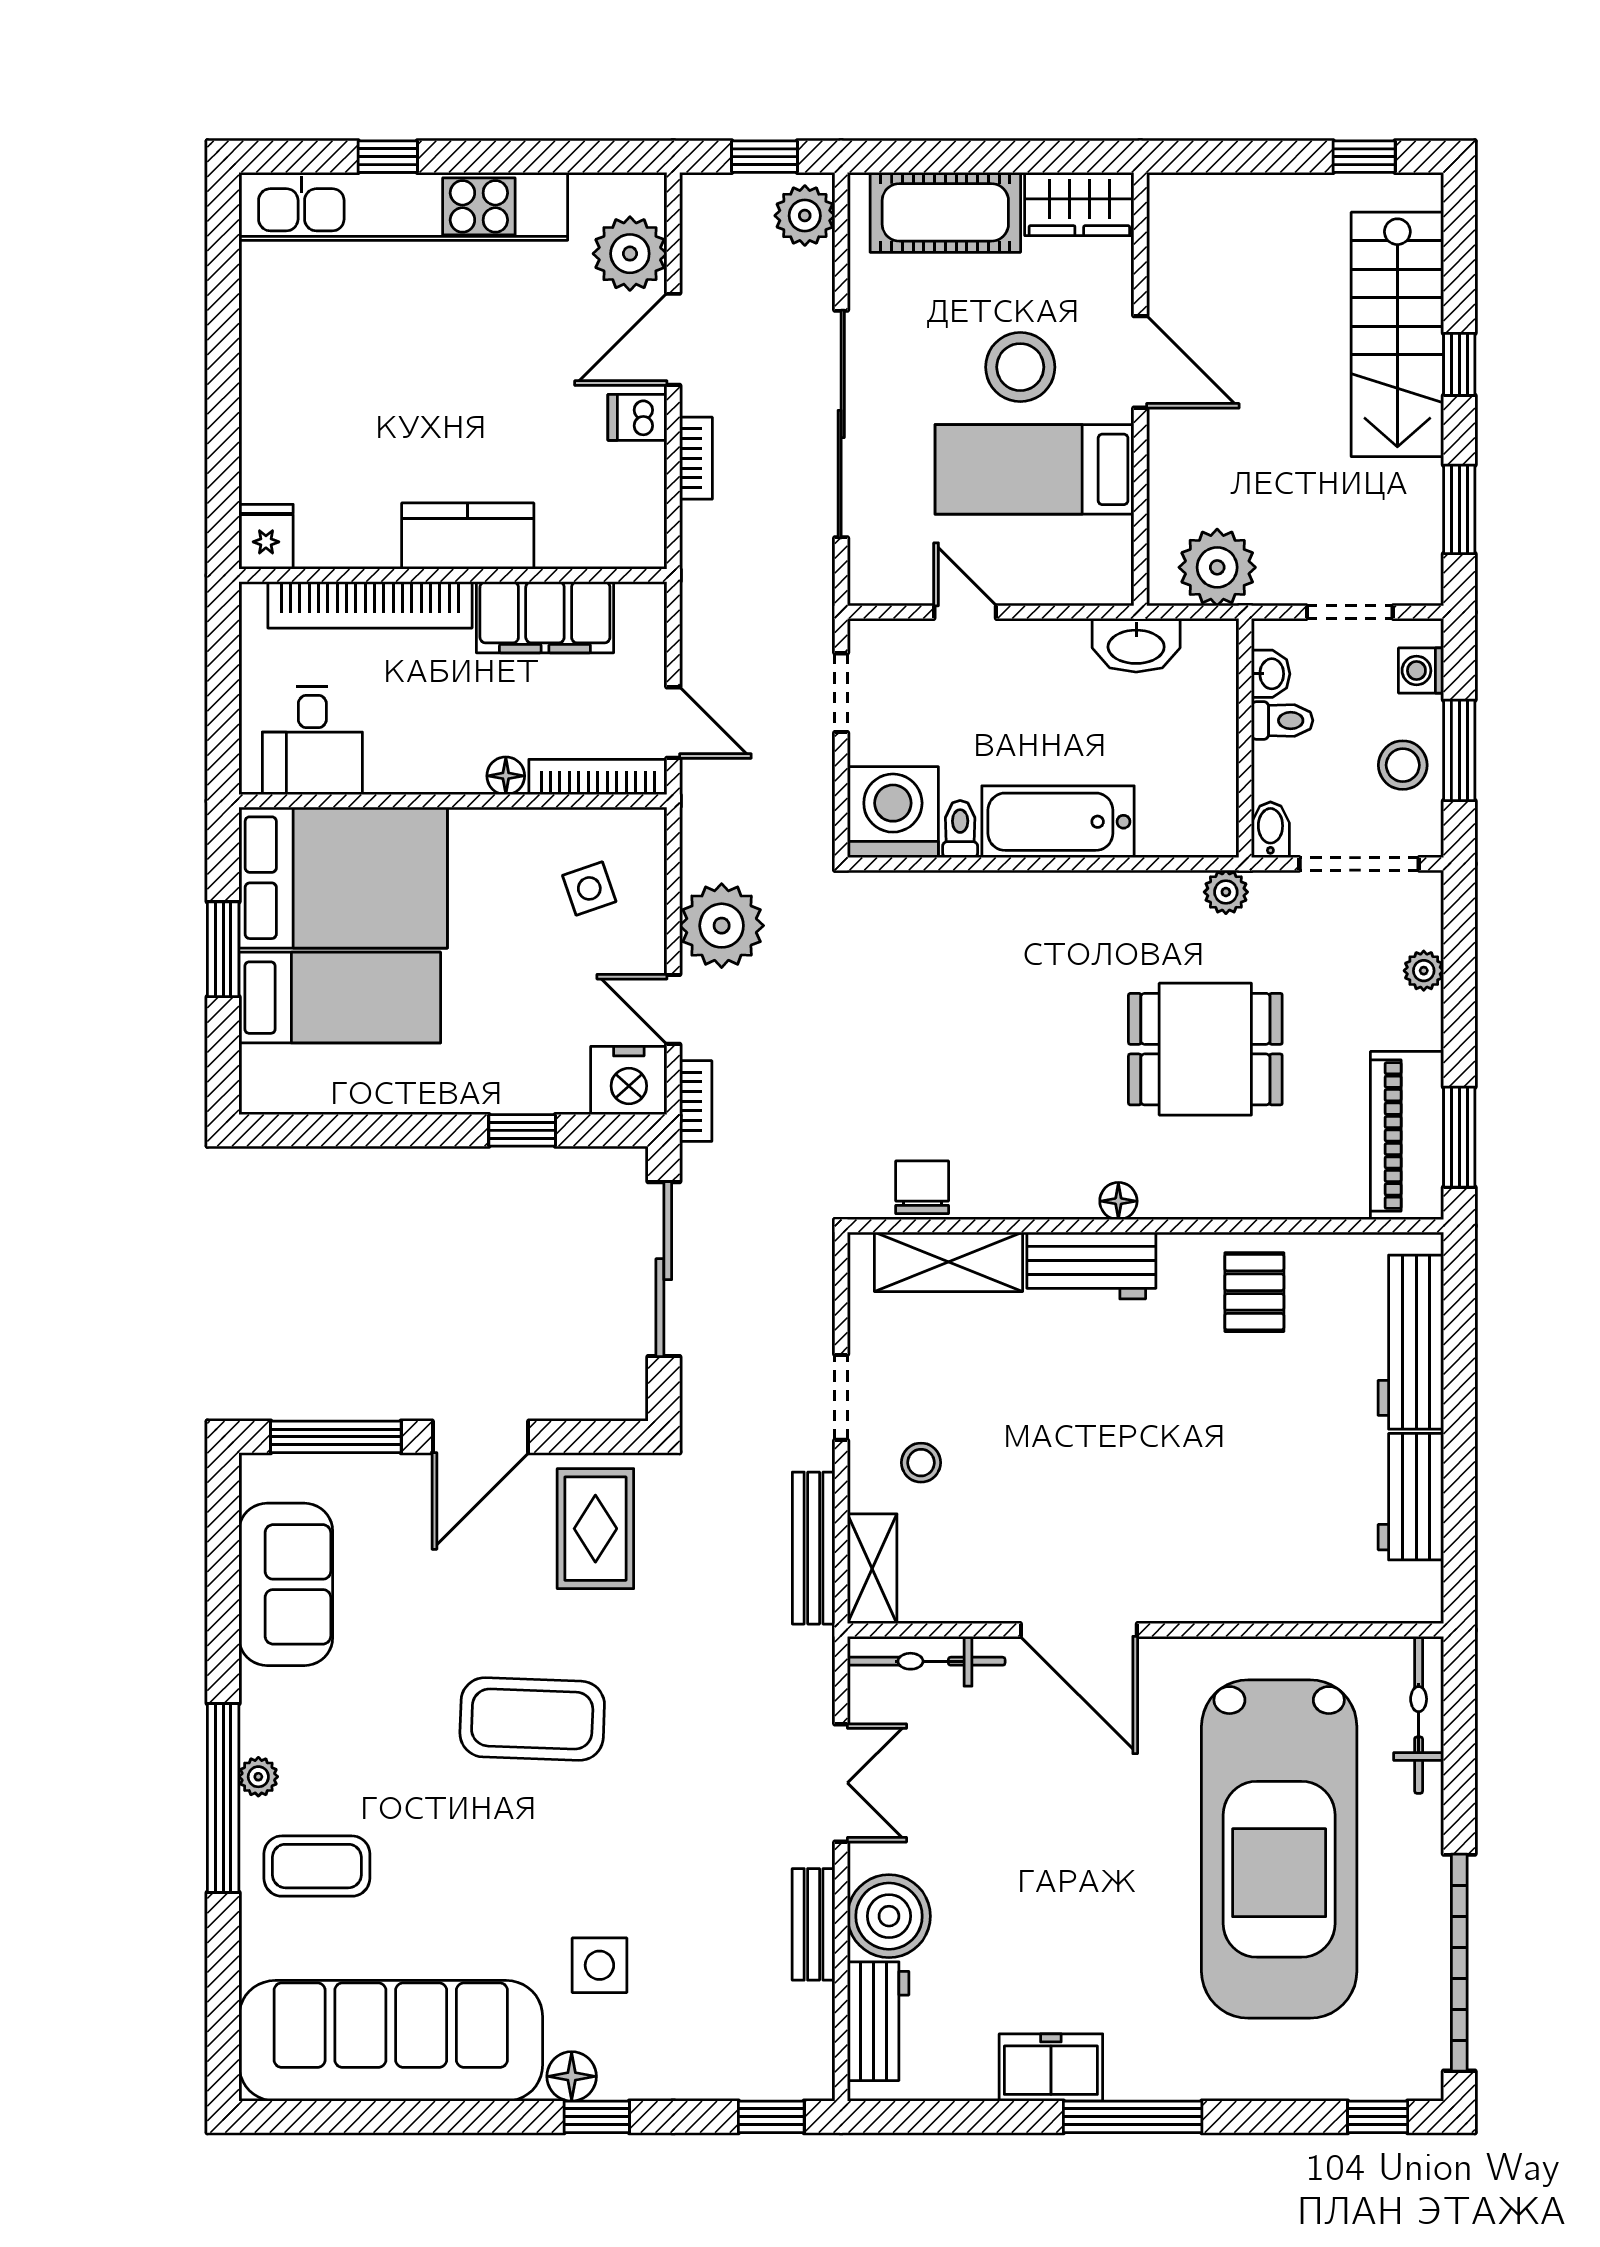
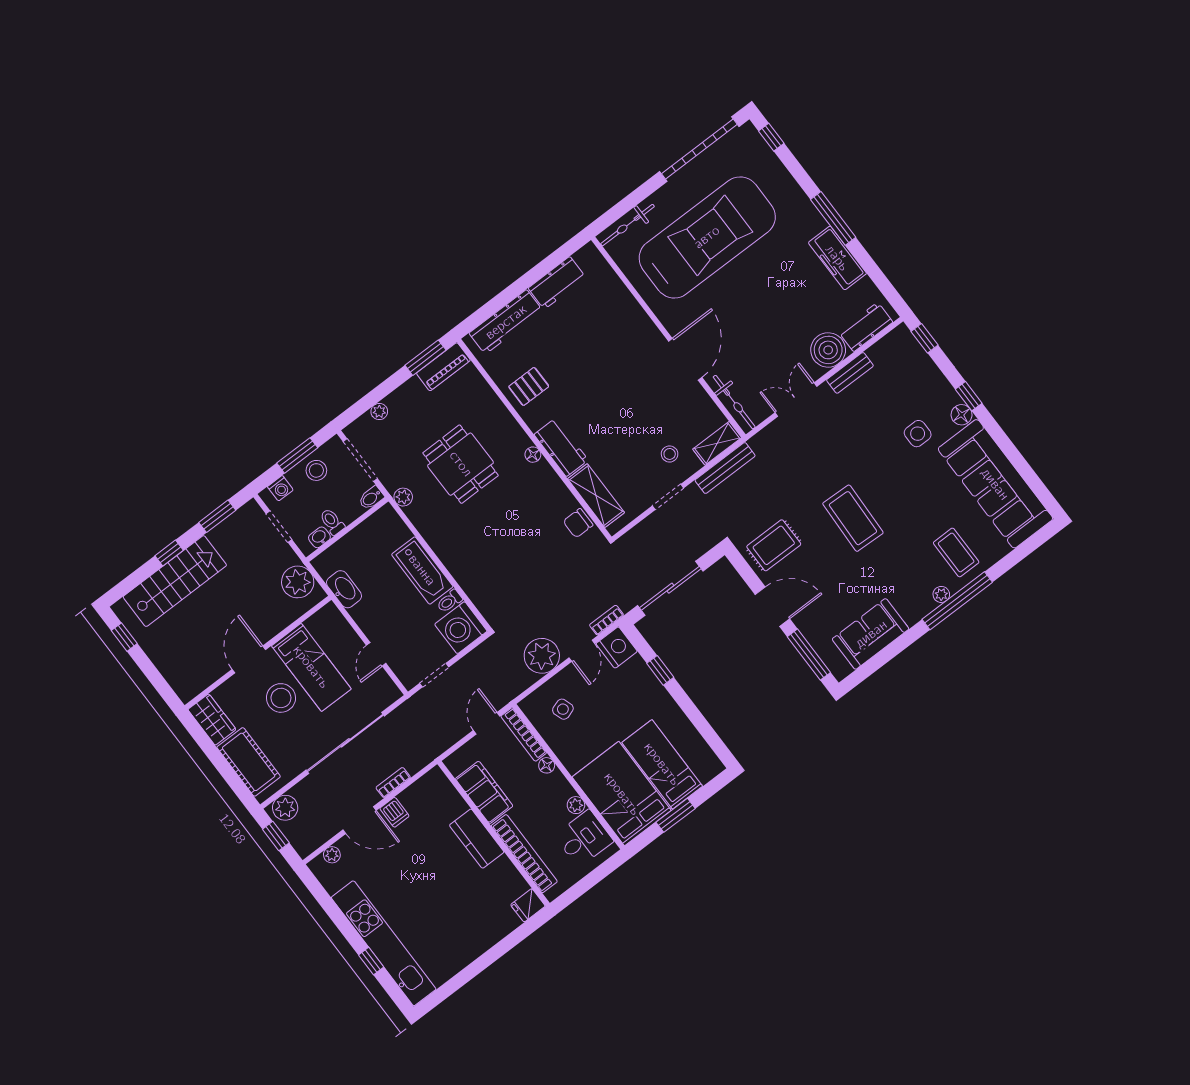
plant: (630, 254) -> (332, 855), width x0.53, depth x0.53
plant: (387, 774) -> (576, 805), added
piano: (1407, 1136) -> (443, 367), width x0.73, depth x0.75
freezer: (1051, 2067) -> (837, 258), width x1.40

